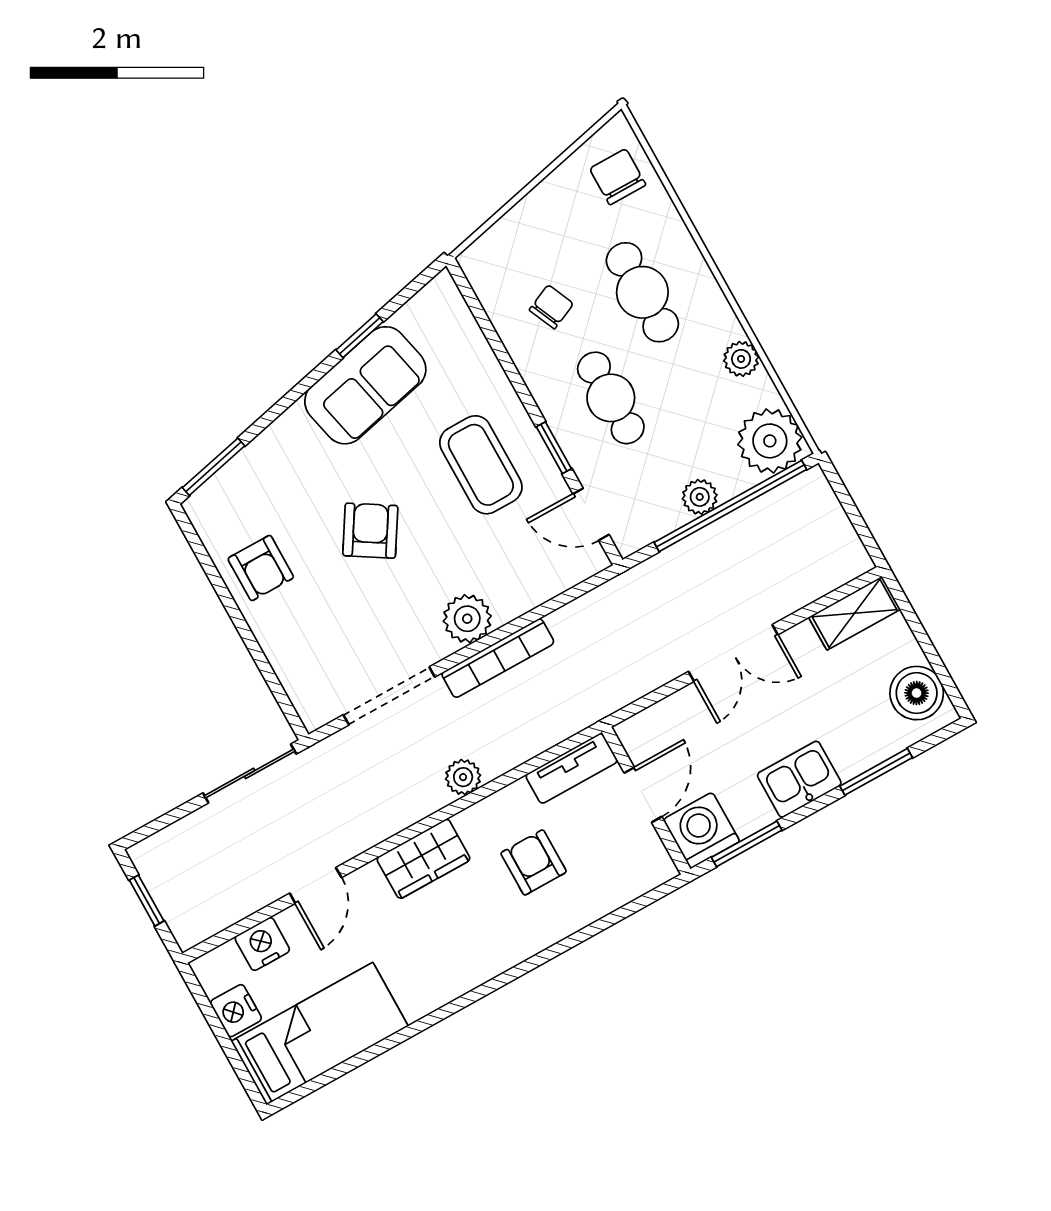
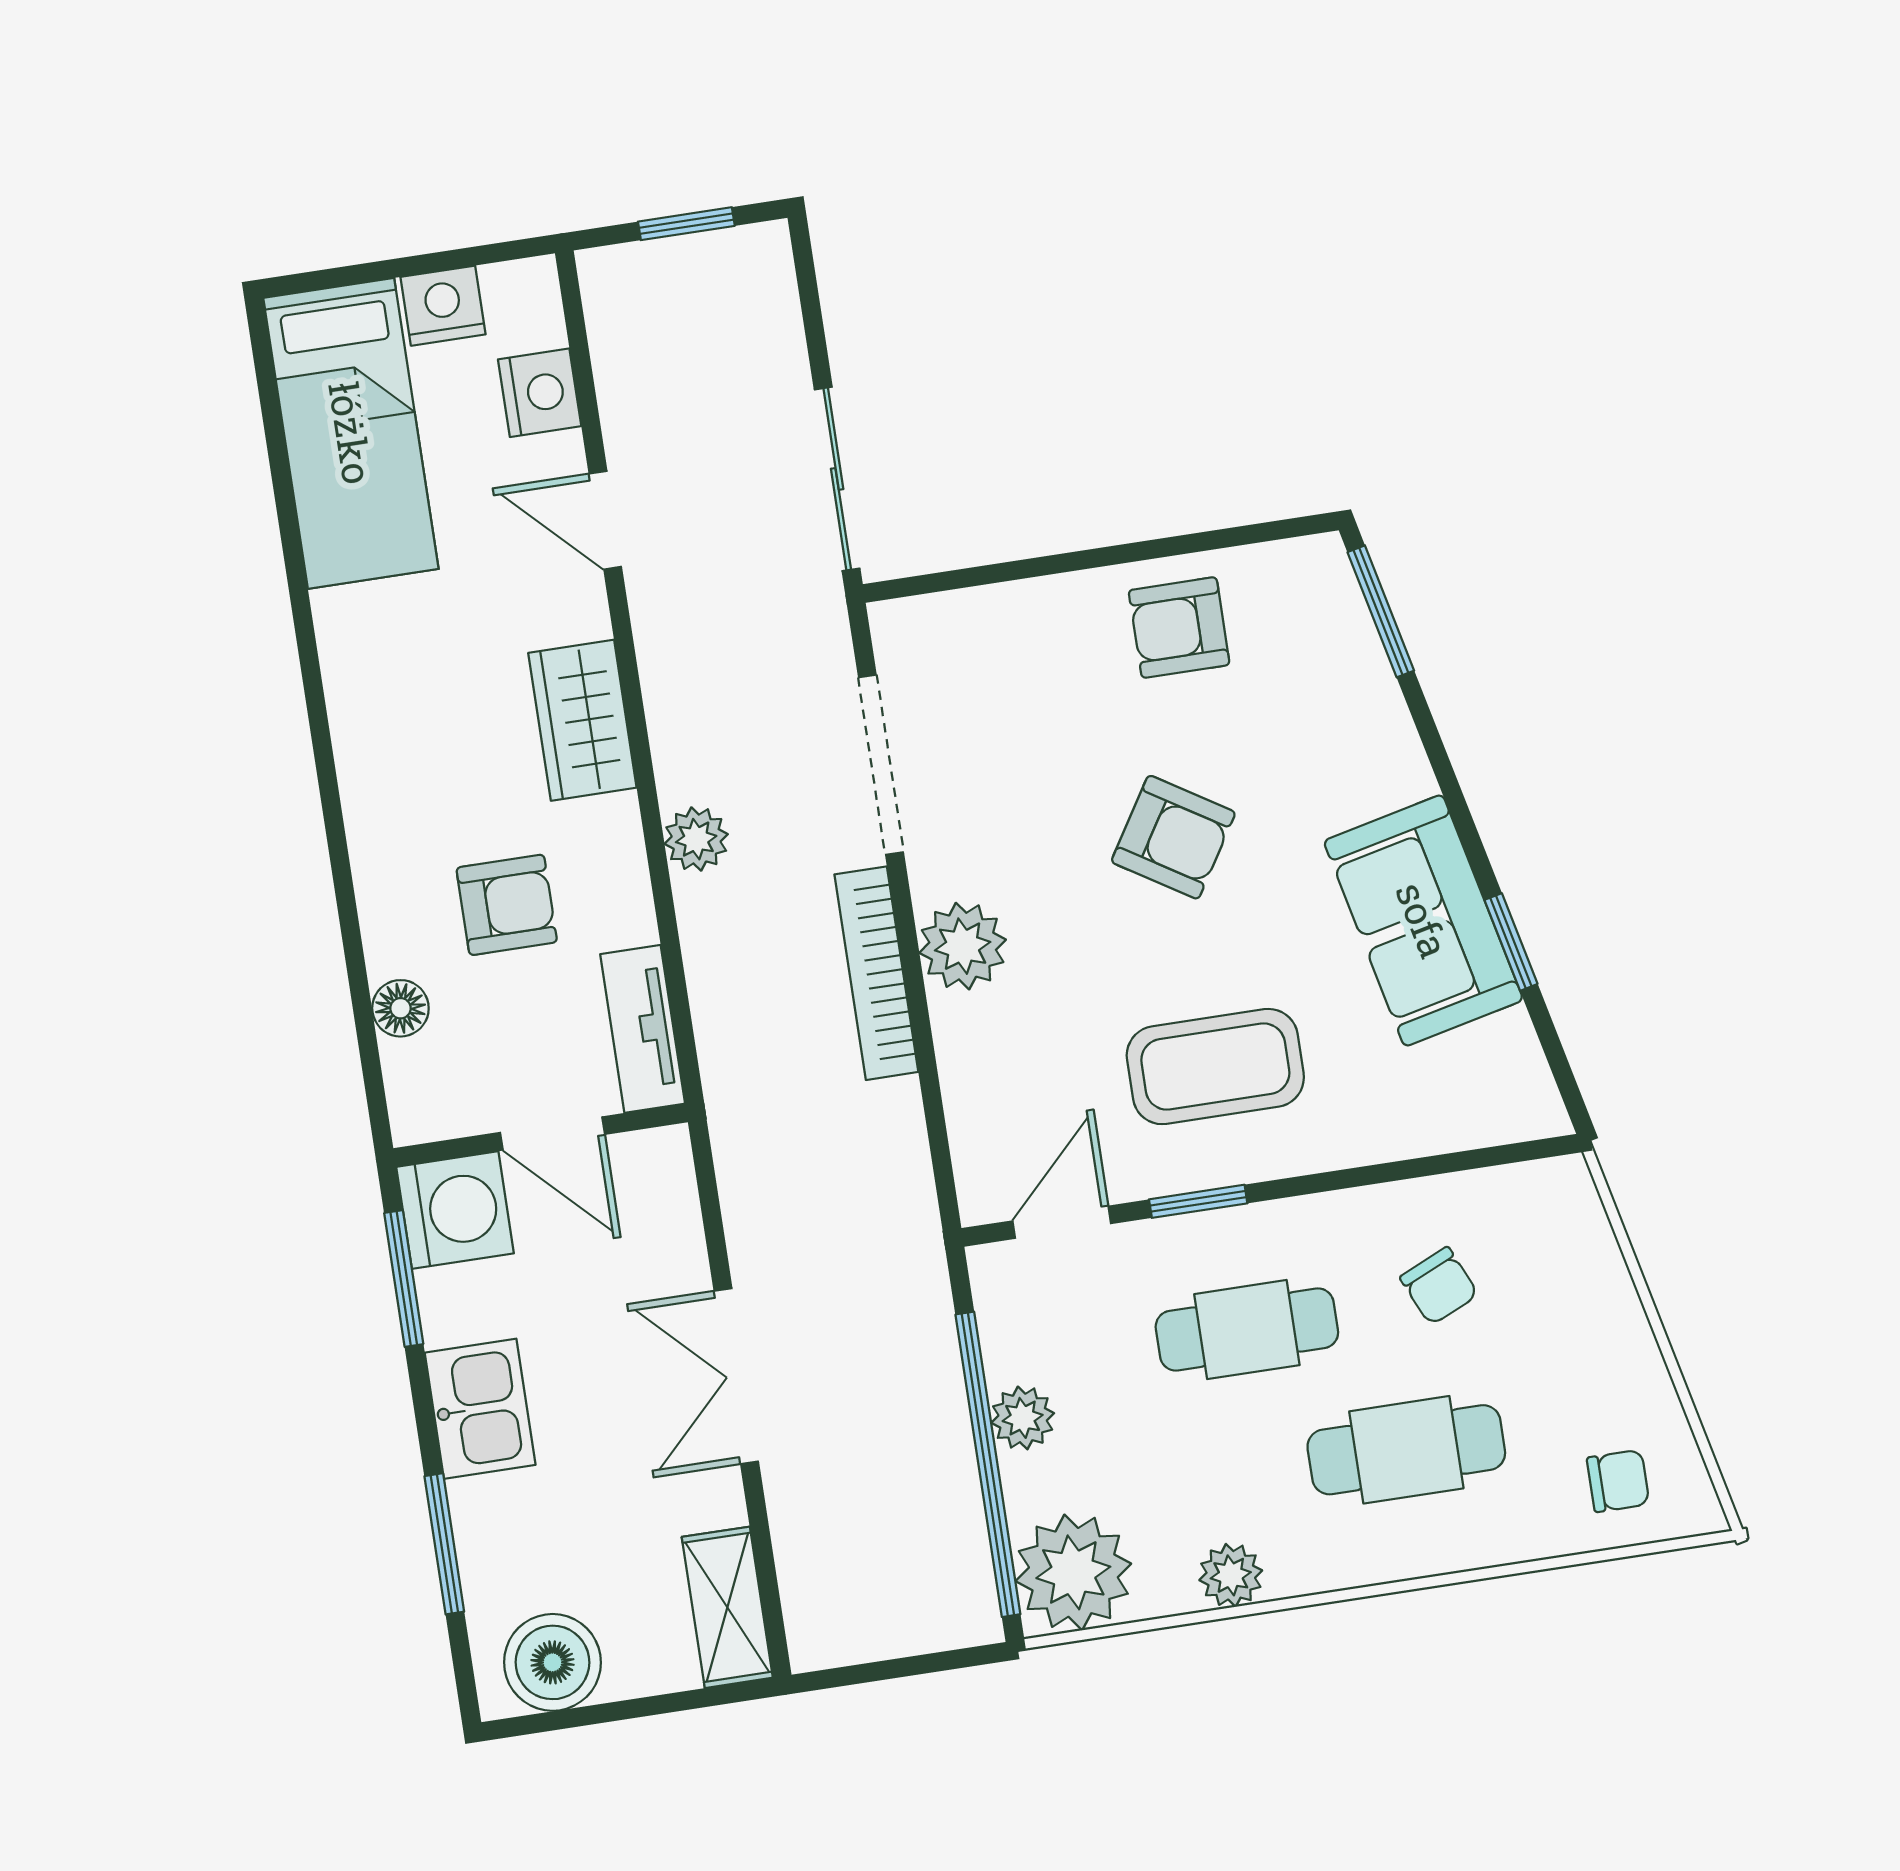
chair: (618, 177) -> (1618, 1481), width x0.73, depth x0.73
floor lamp: (607, 897) -> (400, 1008), added

